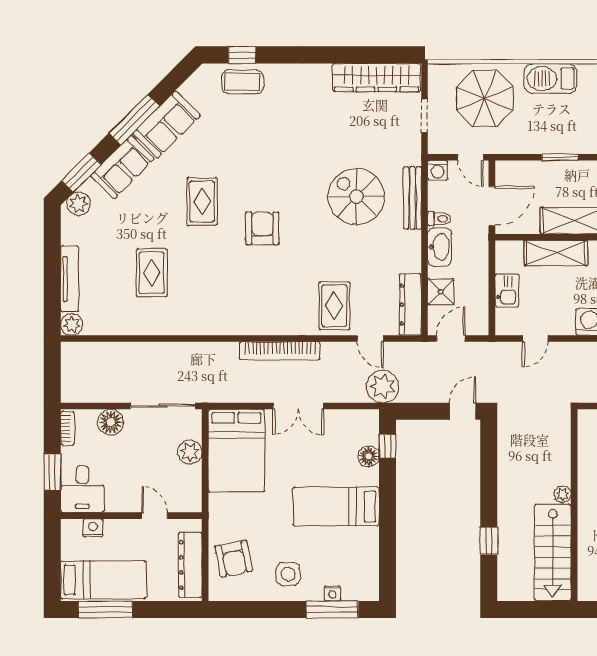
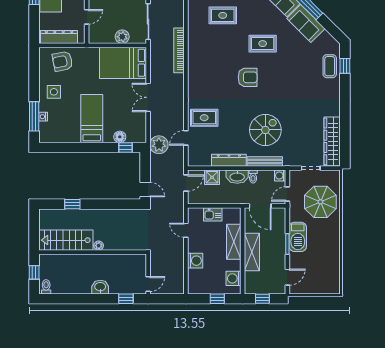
barbecue: (550, 79) -> (298, 237), moved, turned 180
dresser: (410, 305) -> (229, 160), moved
door: (451, 339) -> (186, 183), hinge flipped
bookcase: (280, 351) -> (179, 50), moved

